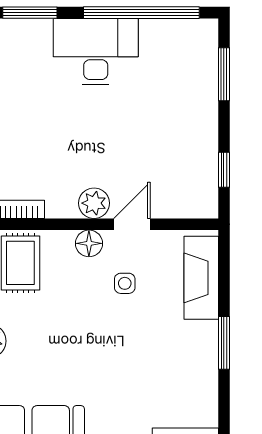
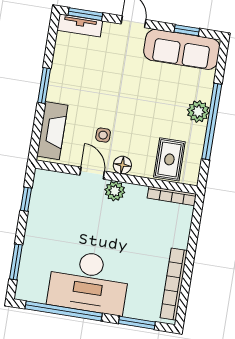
desk: (96, 52) -> (89, 282), width x1.36, depth x1.30
door: (132, 224) -> (92, 173), swing flipped

